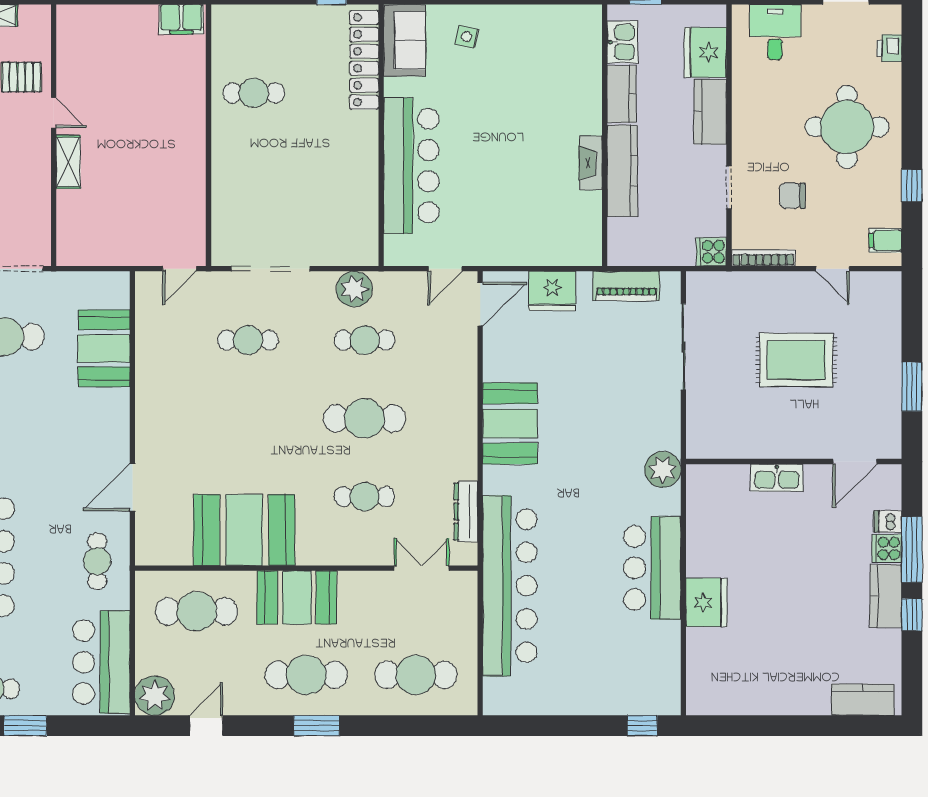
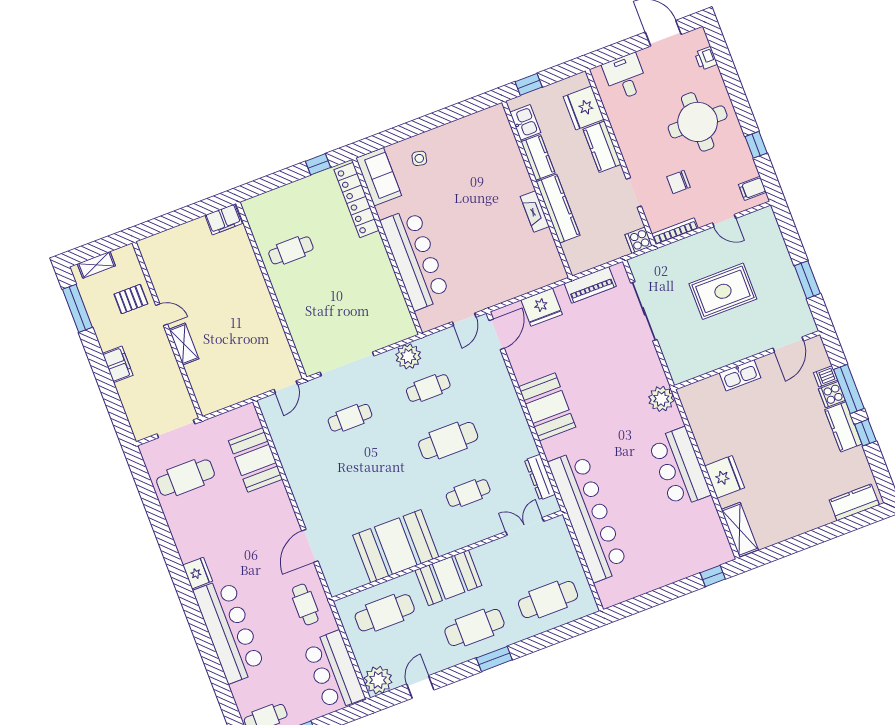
shelving: (700, 679) -> (740, 530), added

